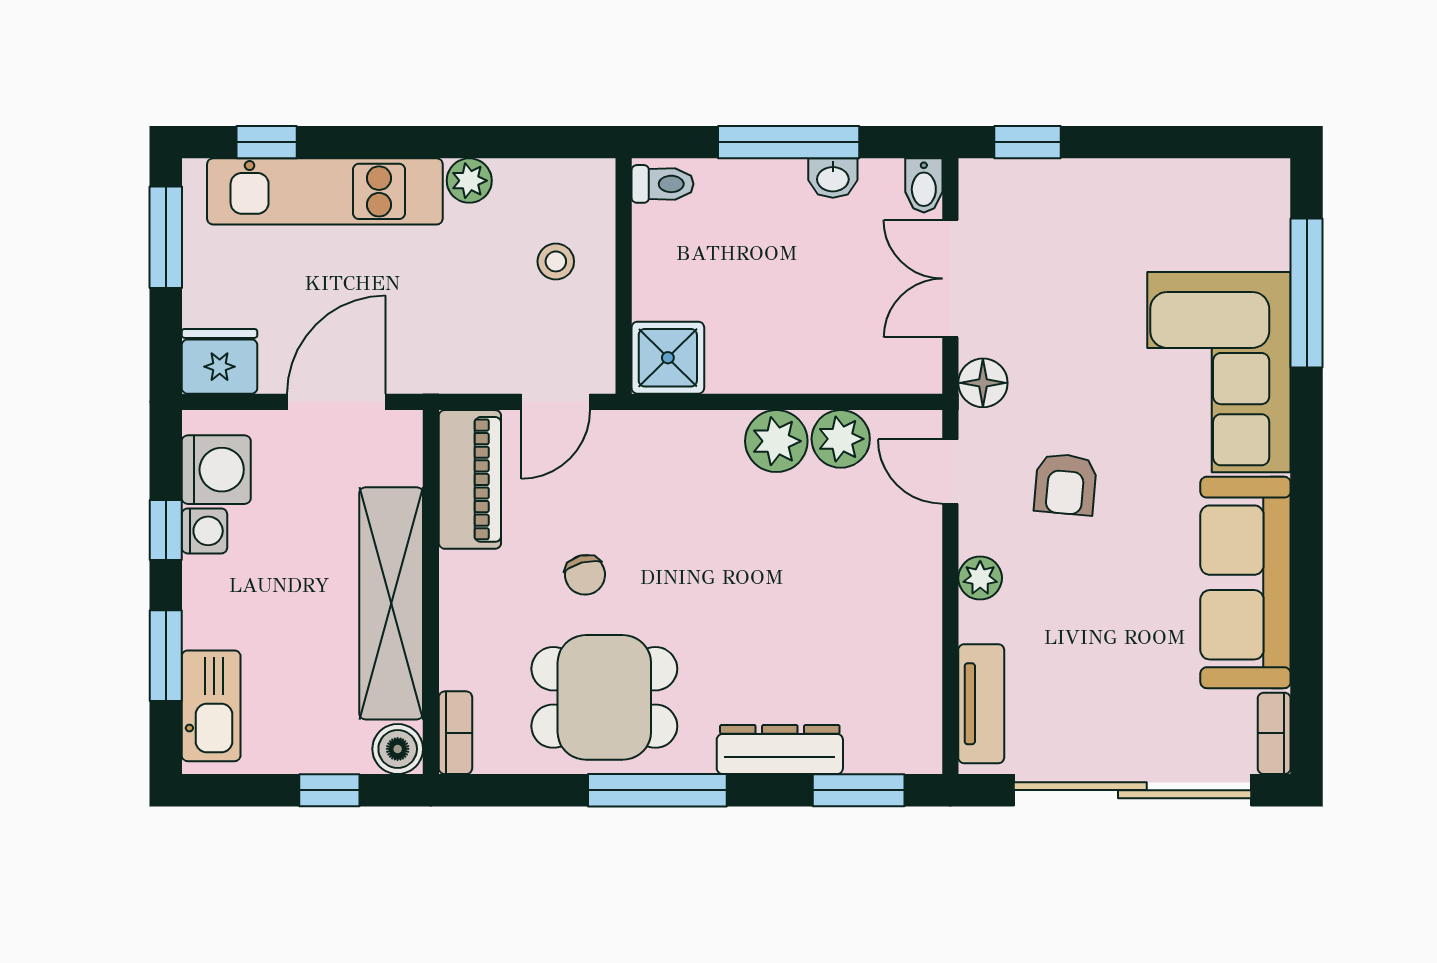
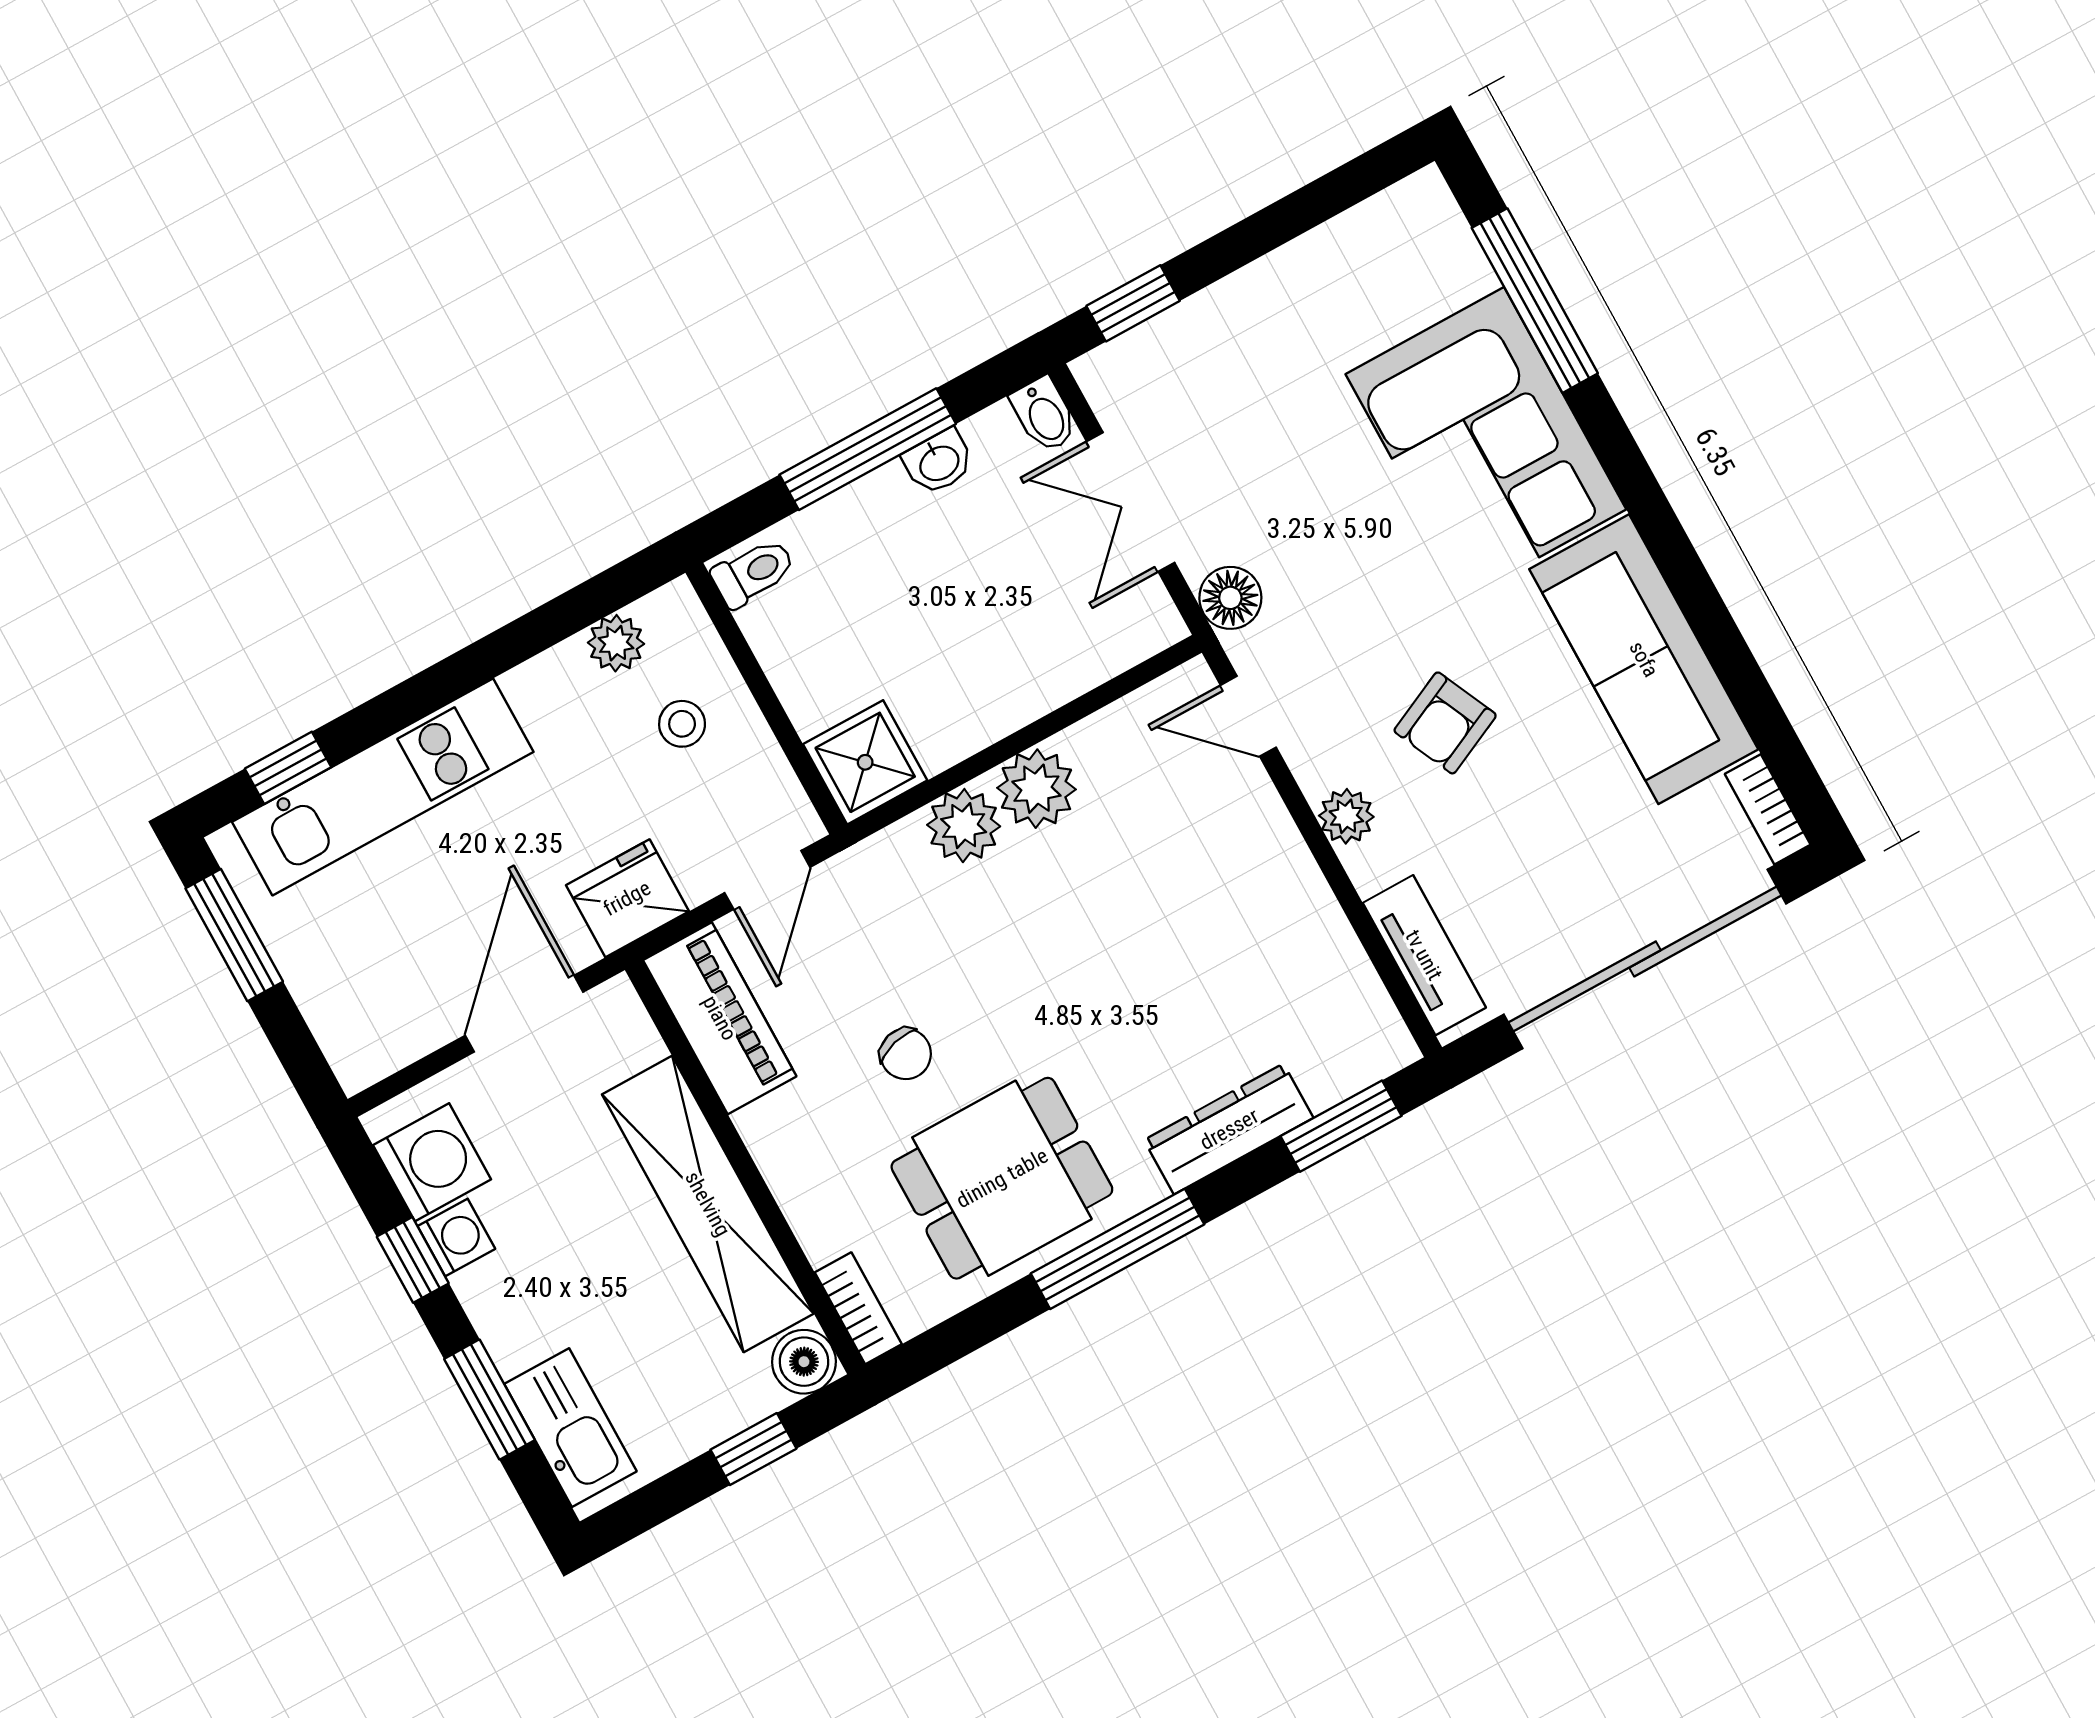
plant: (469, 181) -> (616, 643), moved
fridge: (220, 361) -> (627, 898), moved
plant: (841, 439) -> (964, 826), moved
armchair: (1065, 484) -> (1445, 723), moved, turned 60

